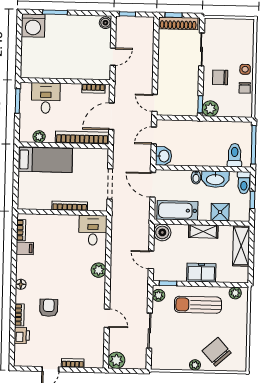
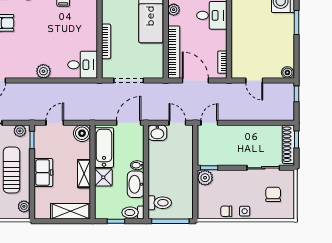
chair: (220, 77) -> (273, 194), moved
shower: (220, 212) -> (103, 177), moved

